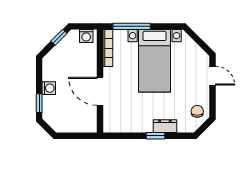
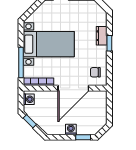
door: (100, 91) -> (73, 88), width x1.36
chair: (197, 111) -> (95, 72), moved

